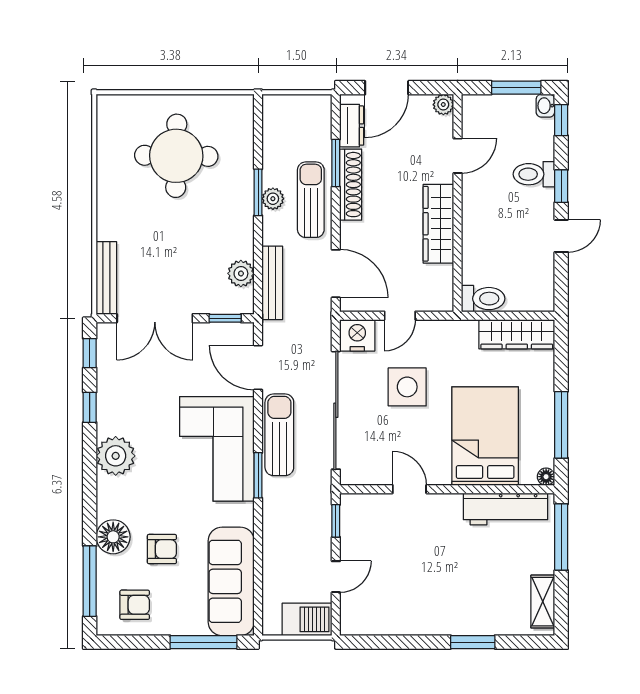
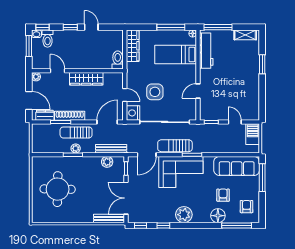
toilet: (534, 174) -> (48, 39), moved
double door: (155, 318) -> (126, 198), swing flipped
bed: (485, 436) -> (176, 54), width x0.67

